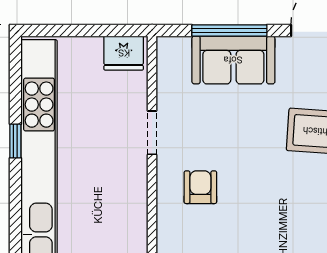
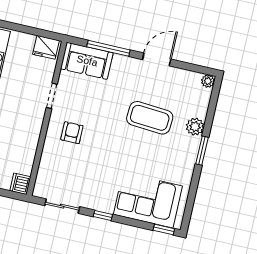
sofa: (233, 60) -> (87, 61), moved

